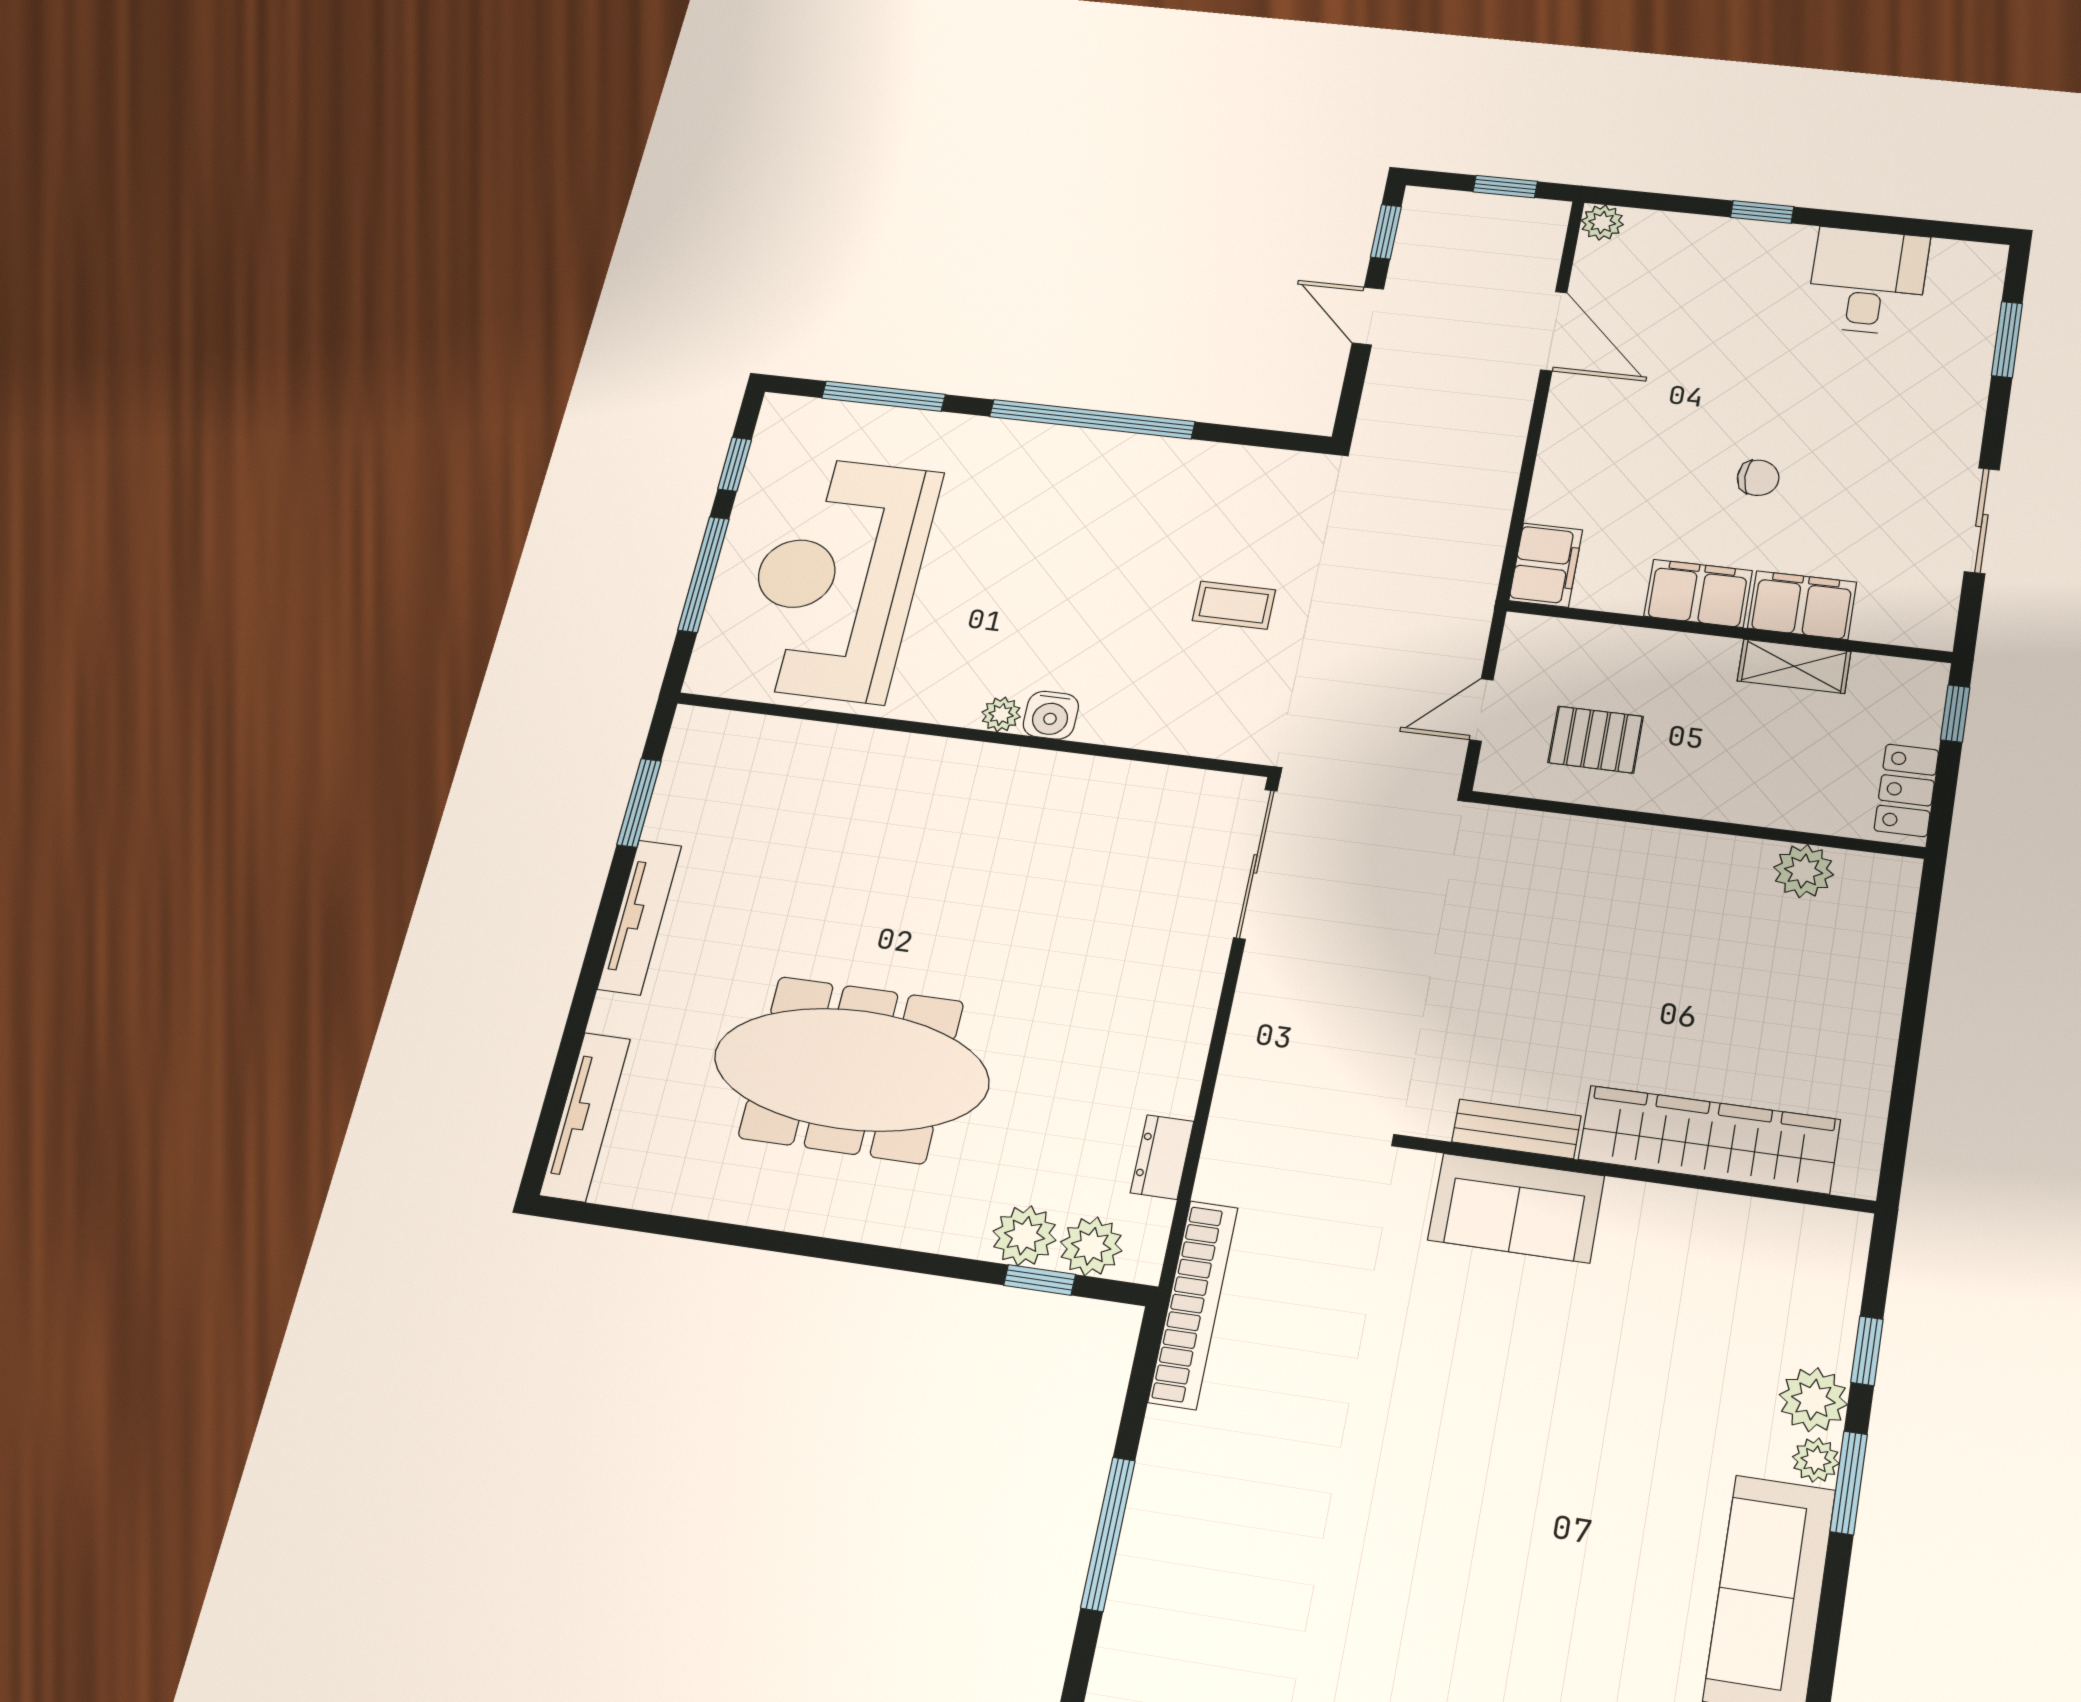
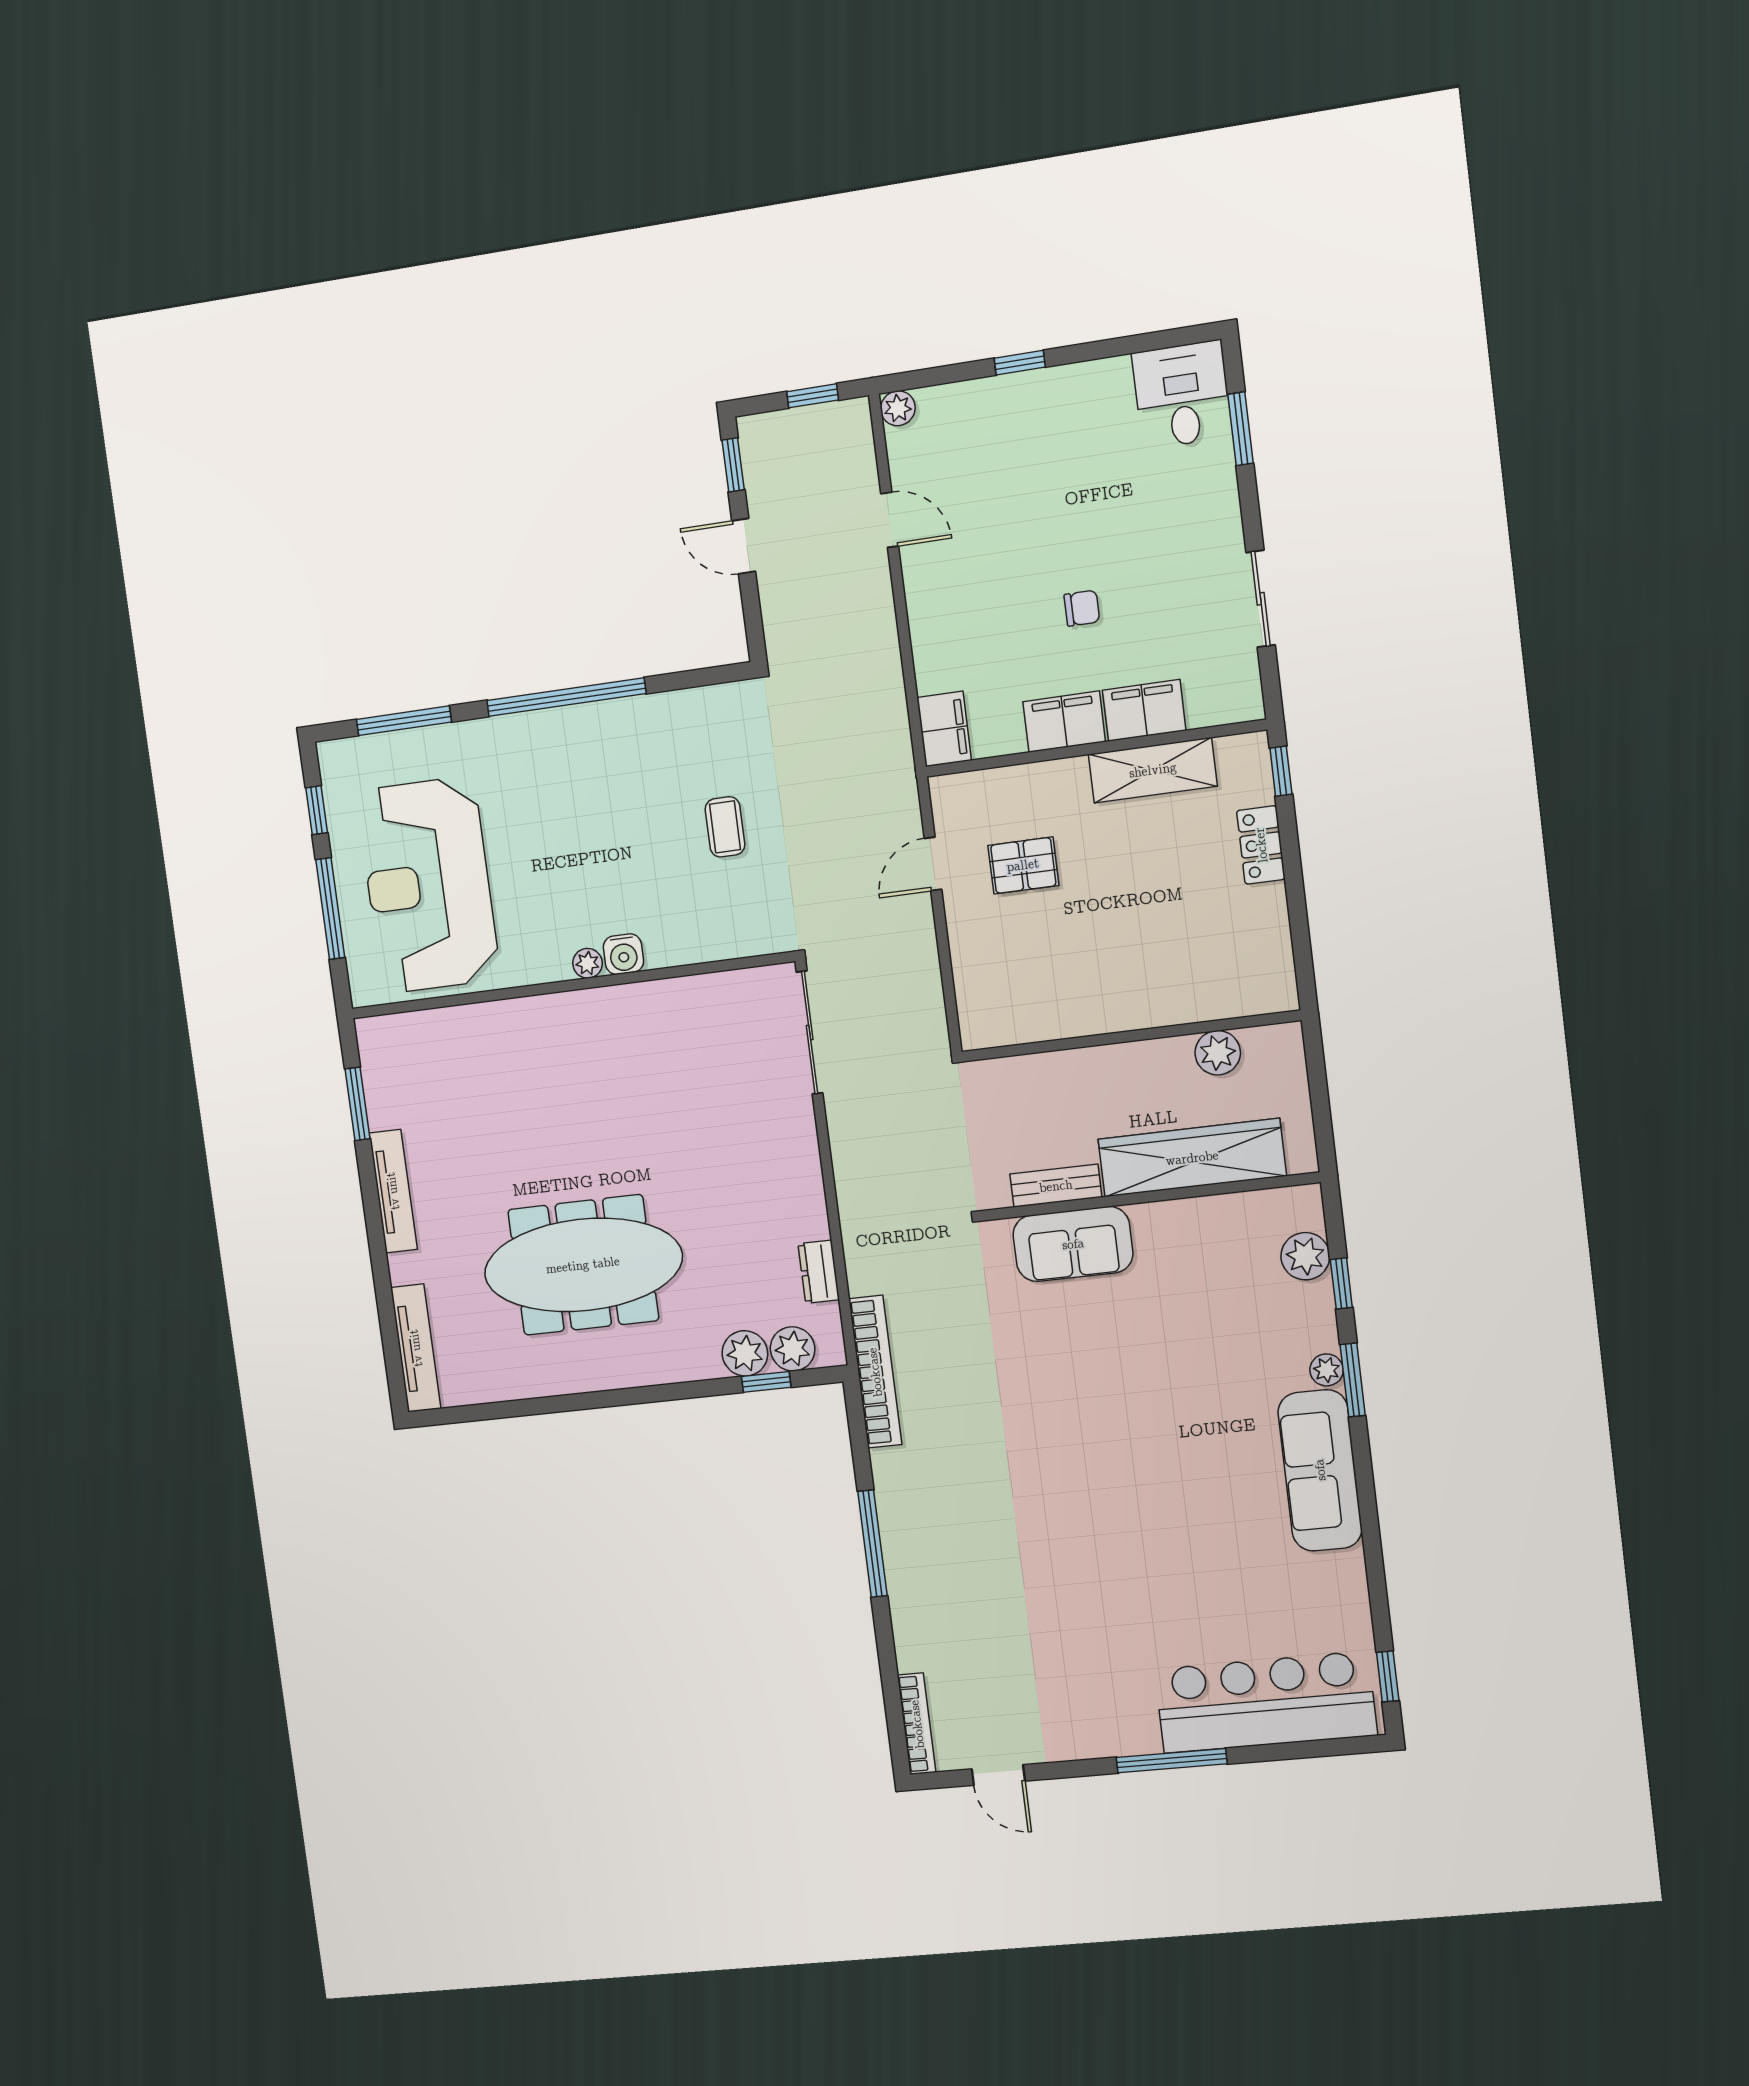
desk: (1868, 281) -> (1182, 395), moved
door: (1554, 331) -> (890, 520), width x0.73
coffee table: (1234, 605) -> (725, 827), turned 90
shelving: (1794, 666) -> (1153, 770), width x1.50, depth x1.33
wall: (1696, 825) -> (1130, 1036), moved
plant: (1804, 871) -> (1218, 1053), moved
plant: (1813, 1400) -> (1305, 1256), moved

